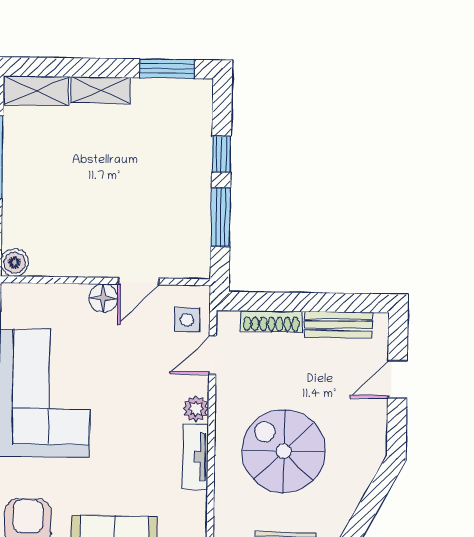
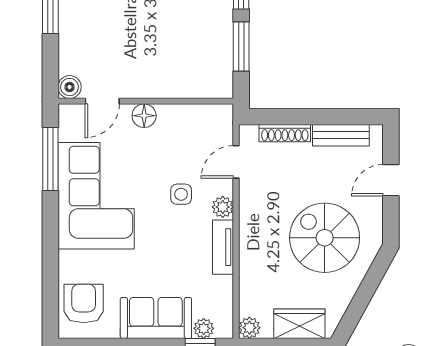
door: (139, 281) -> (102, 101), moved
side table: (187, 320) -> (181, 194), moved
spiral stairs: (284, 451) -> (325, 238), moved

